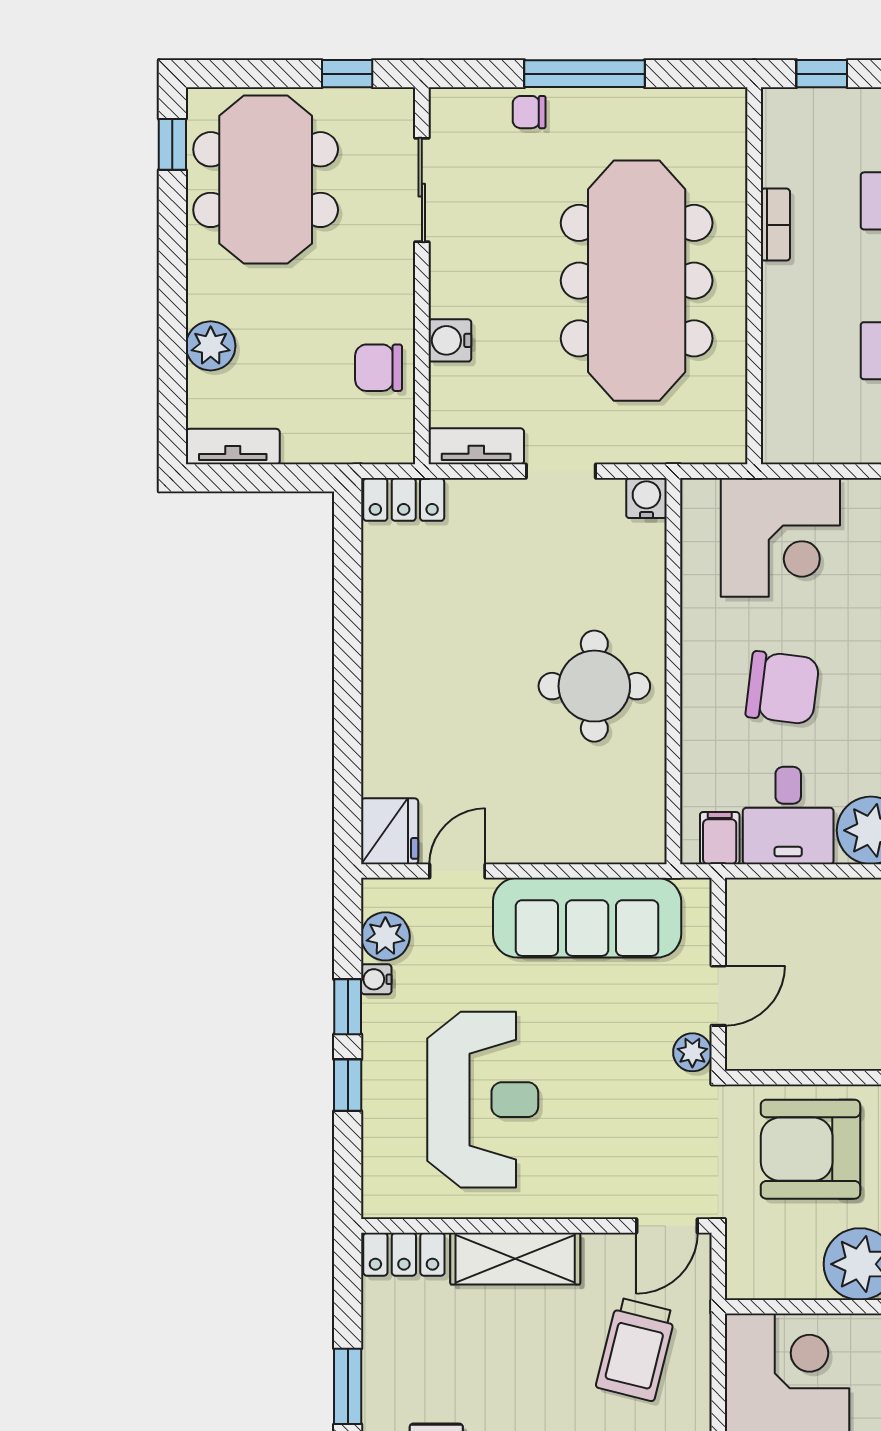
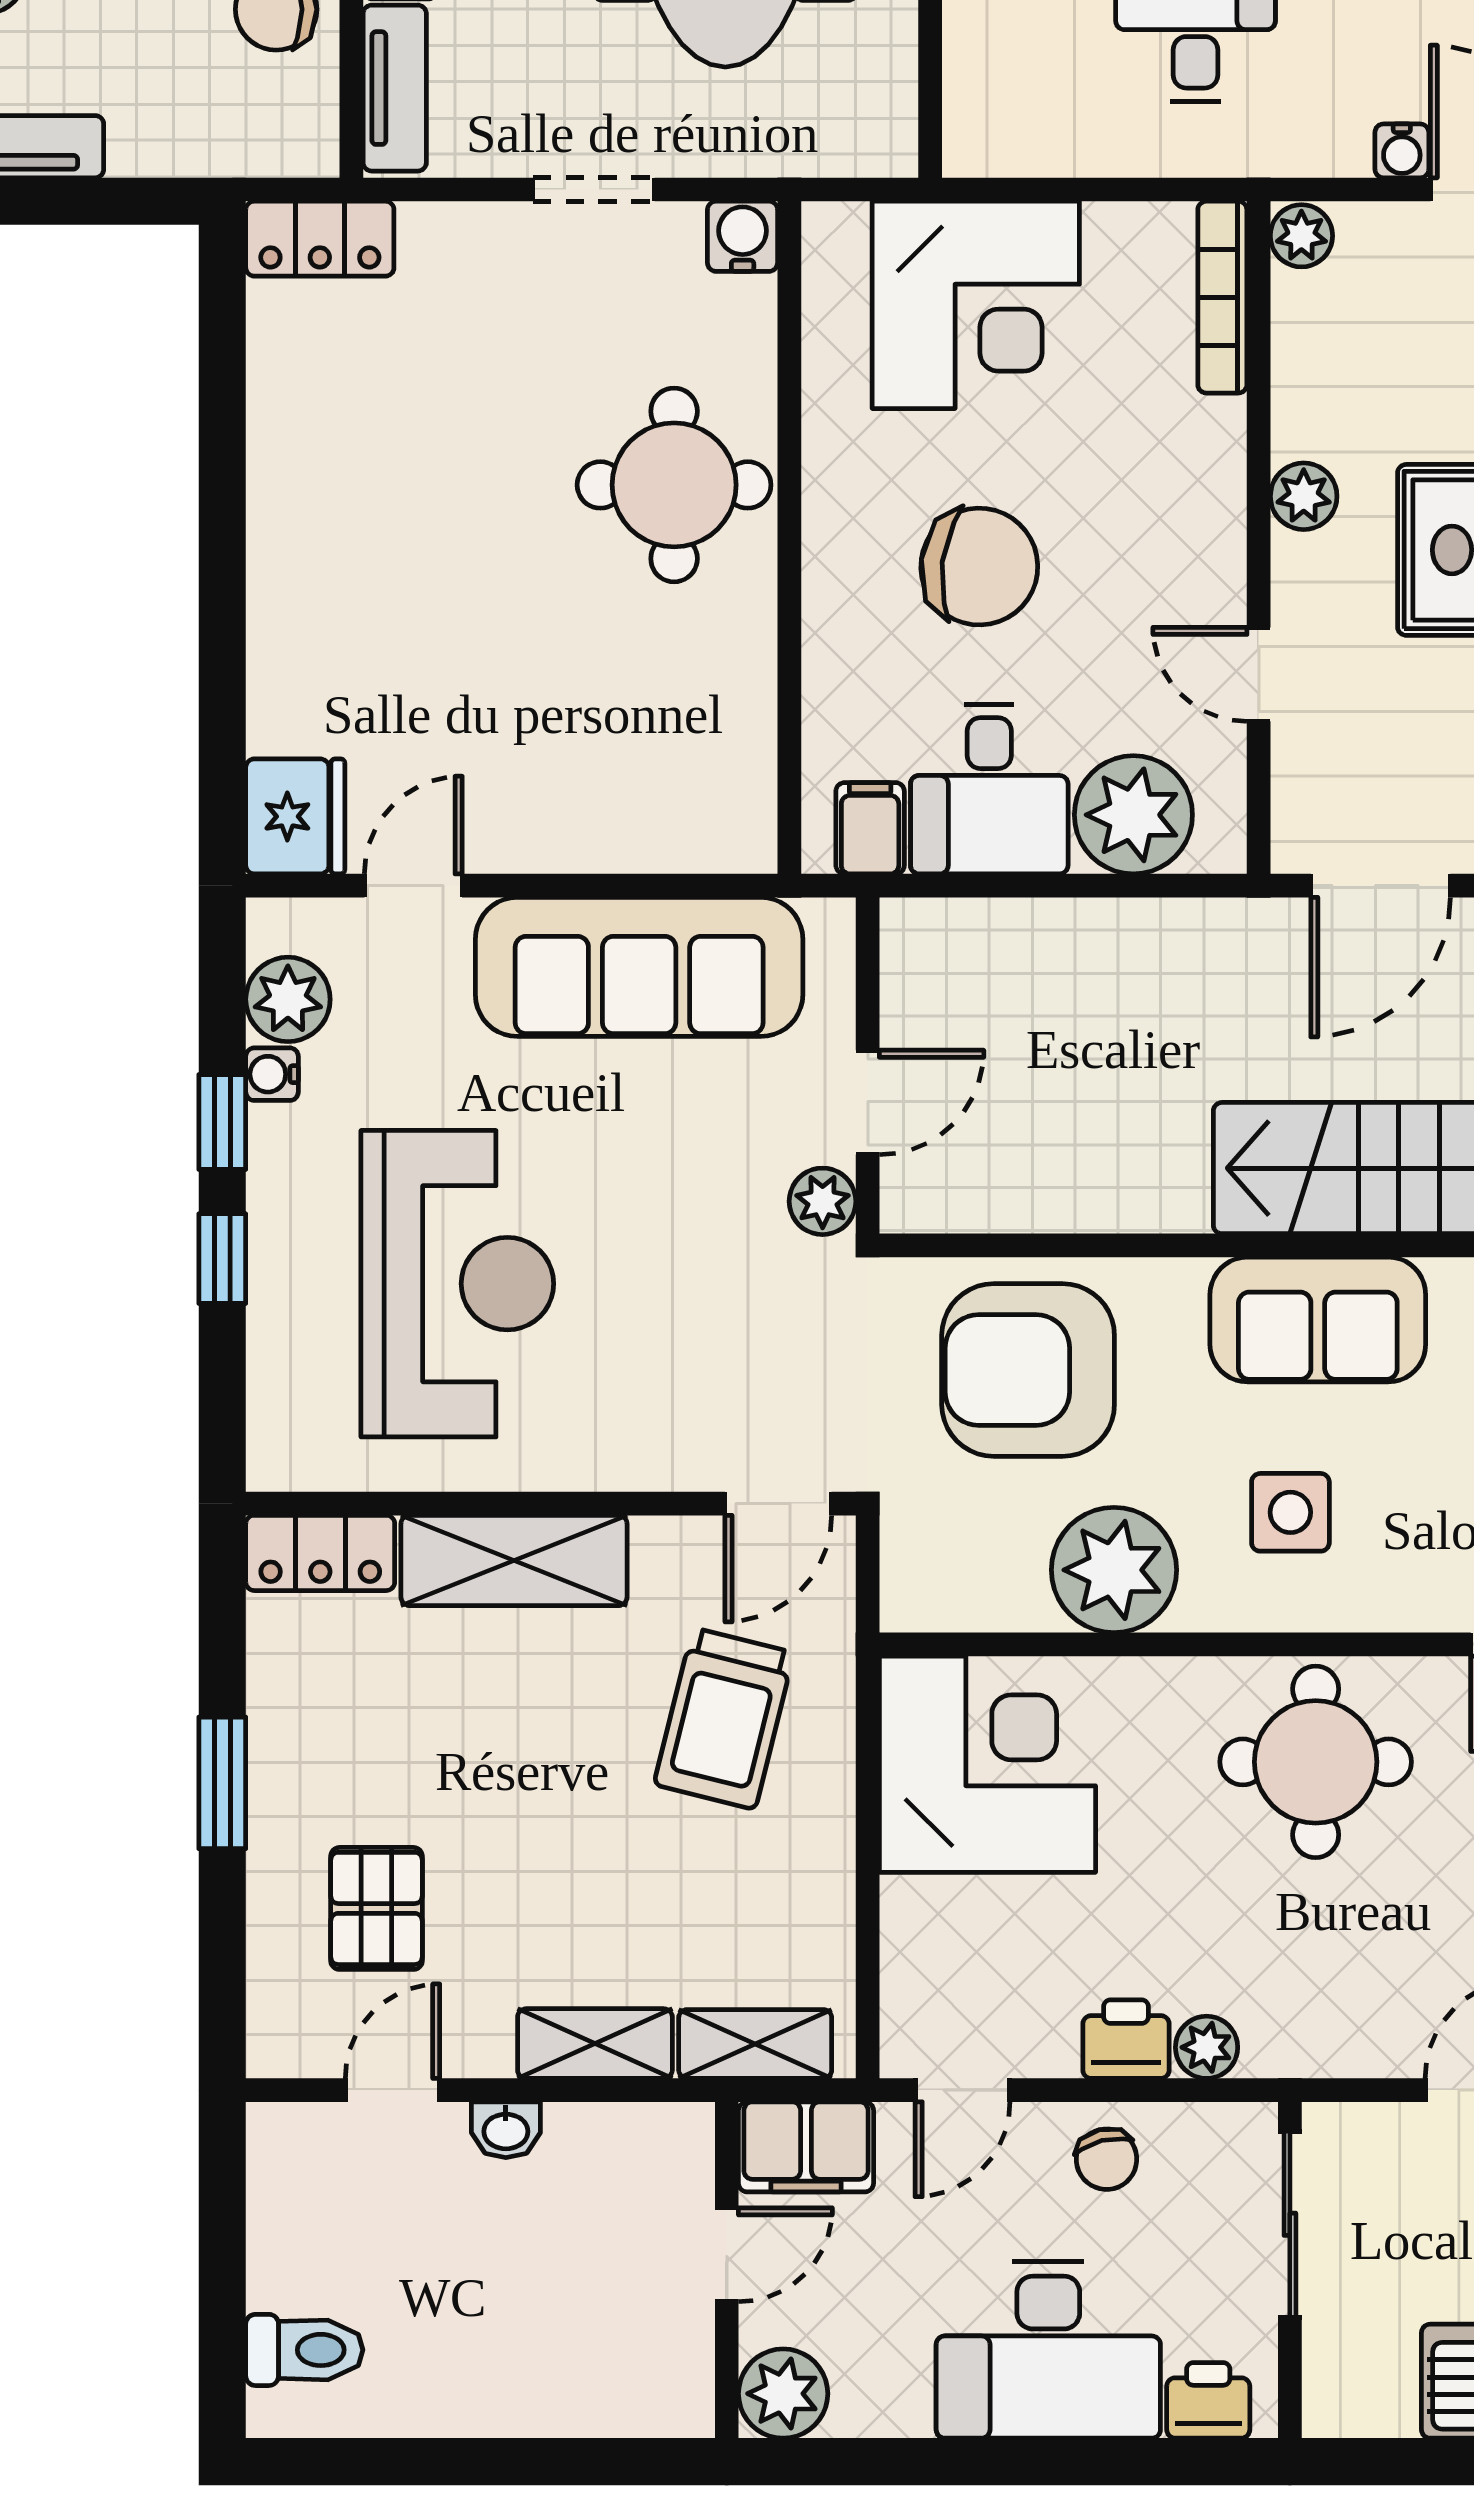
tv unit: (476, 446) -> (395, 88), moved, turned 90
round table: (594, 686) -> (674, 485), moved

